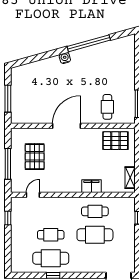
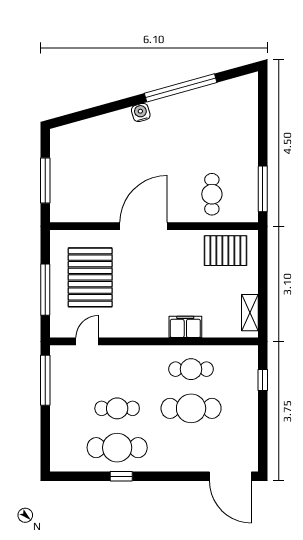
pallet: (35, 157) -> (90, 277), width x1.37, depth x1.41
window: (8, 218) -> (45, 380), width x2.17

